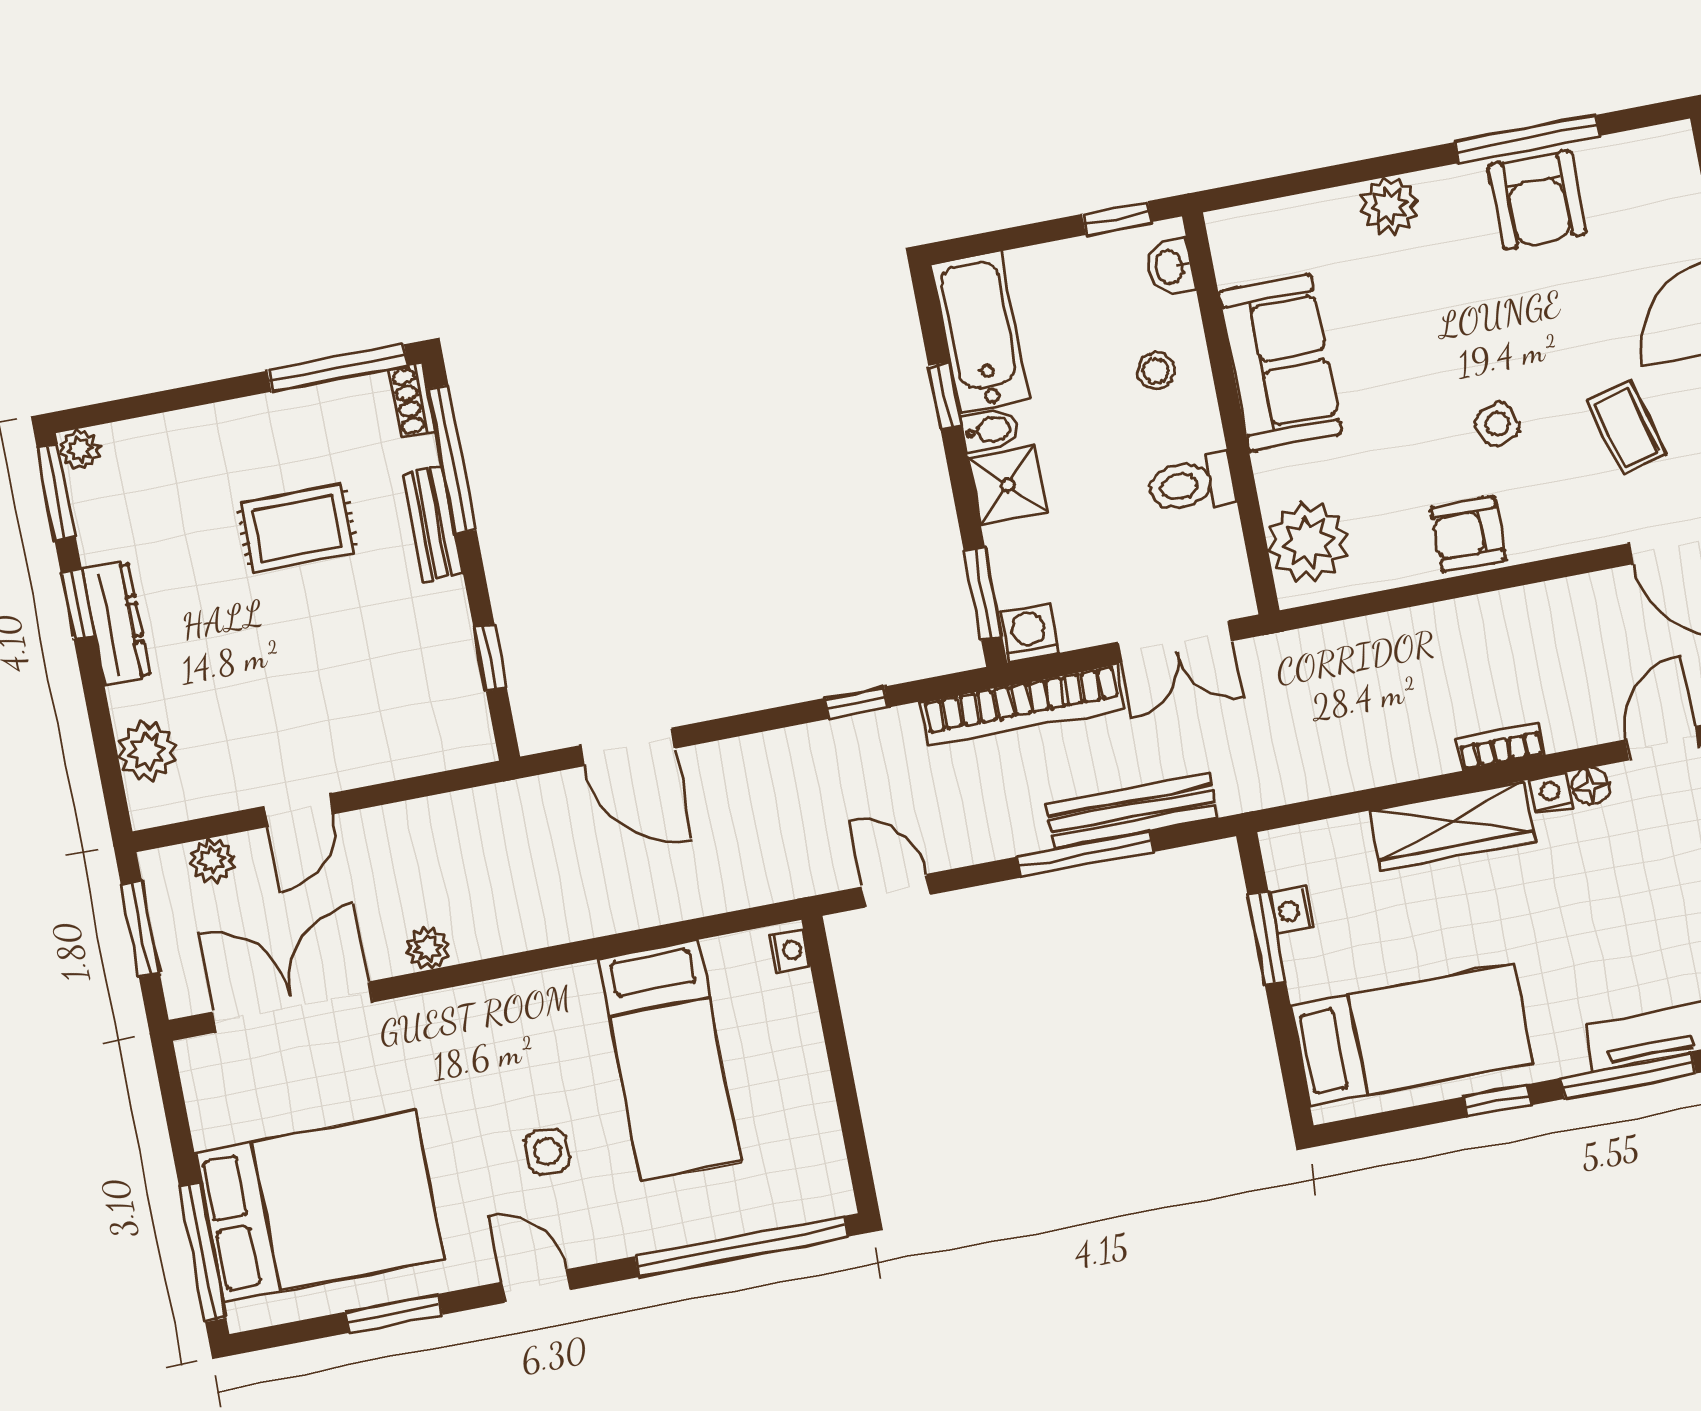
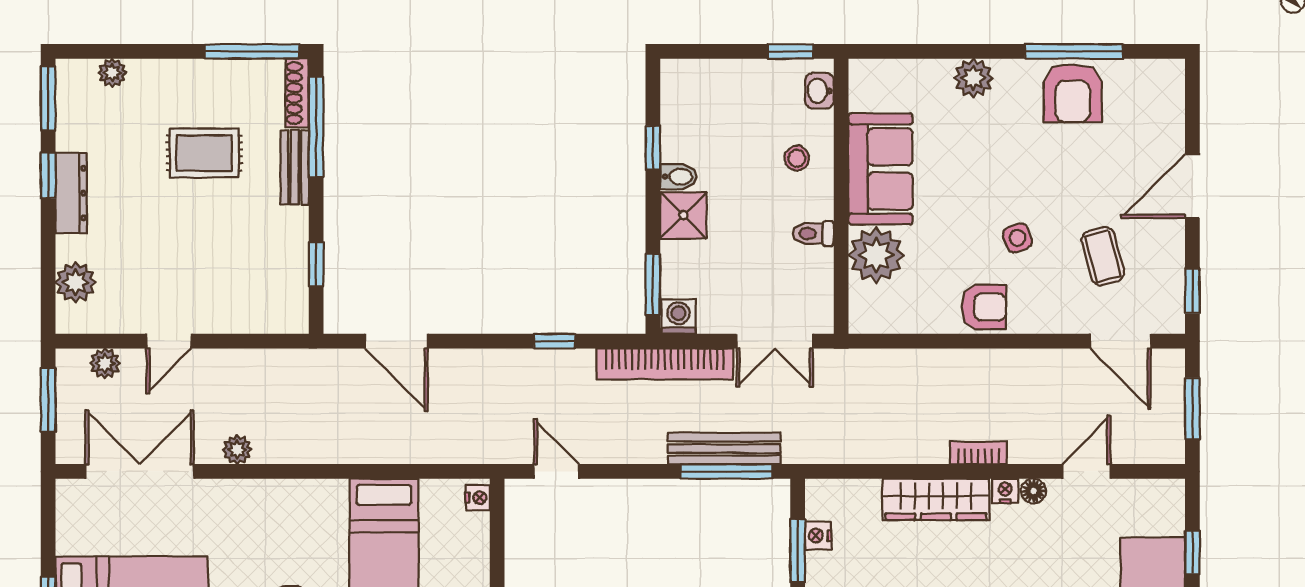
bathtub: (980, 332) -> (684, 110), removed
shoe rack: (412, 401) -> (297, 93), width x1.43
plant: (80, 450) -> (112, 73), moved
toilet: (1191, 484) -> (813, 234), width x0.73, depth x0.72
armchair: (1468, 534) -> (984, 307), turned 180
plant: (1308, 542) -> (876, 255), moved
window: (1085, 854) -> (726, 471), moved

